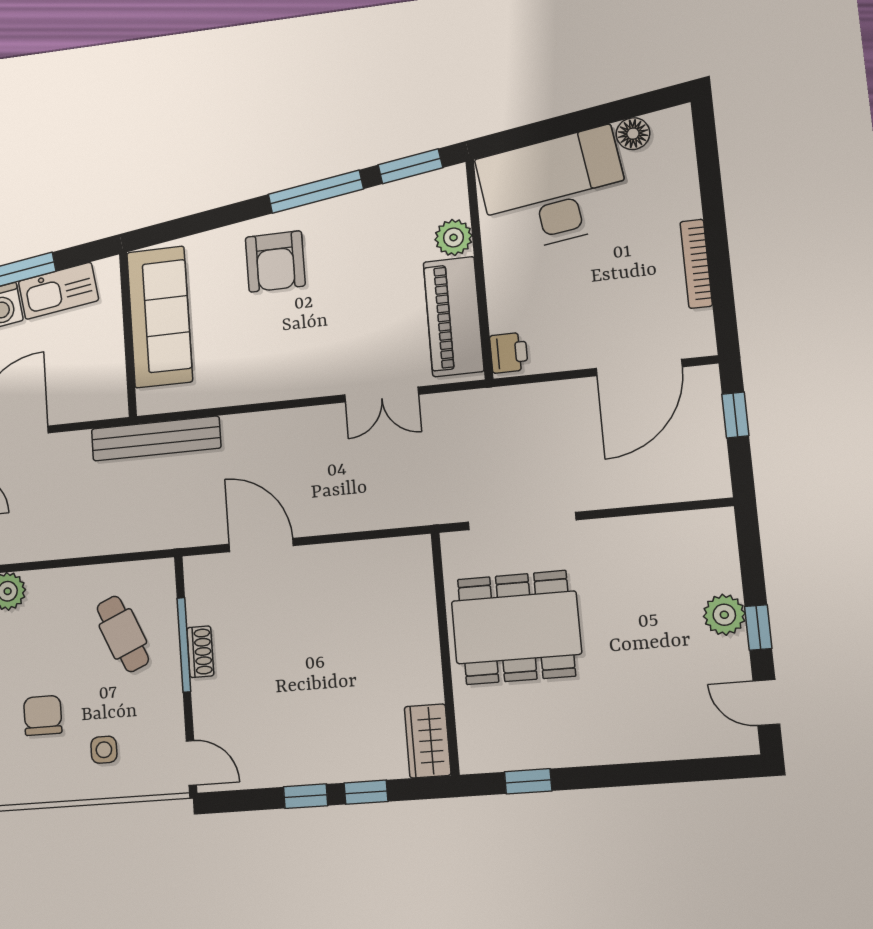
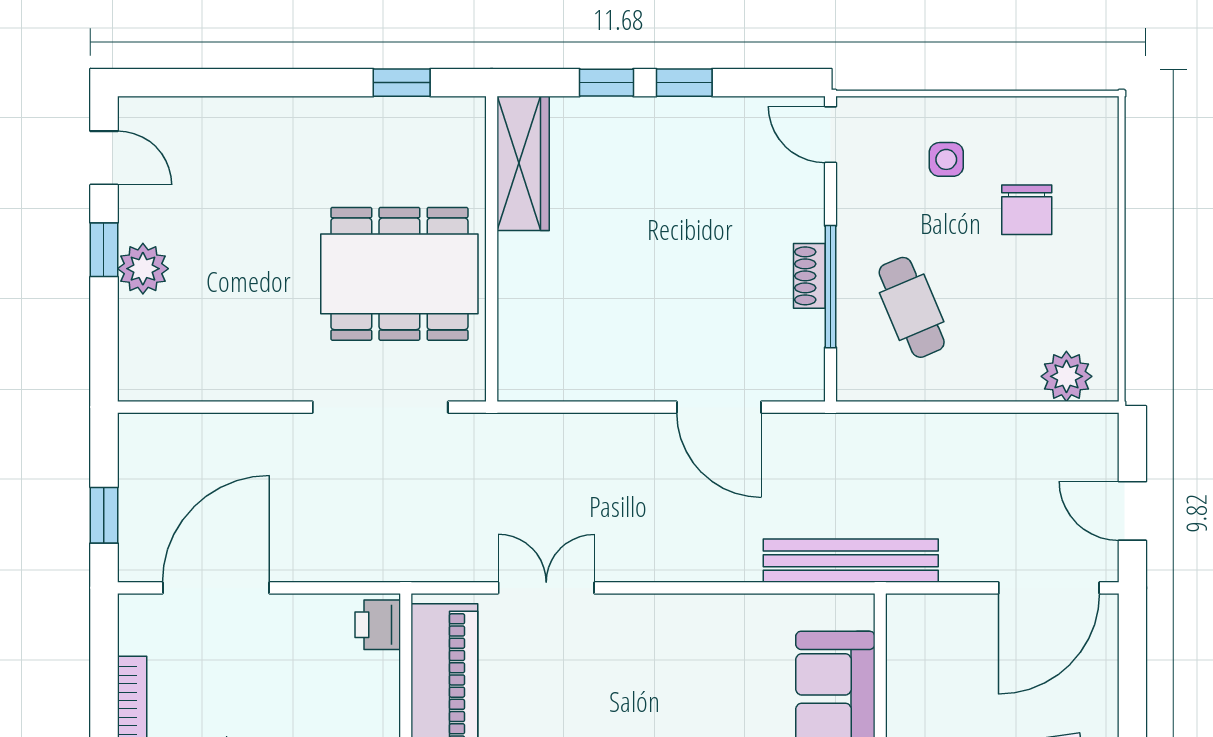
wardrobe: (428, 741) -> (523, 163), width x1.50

